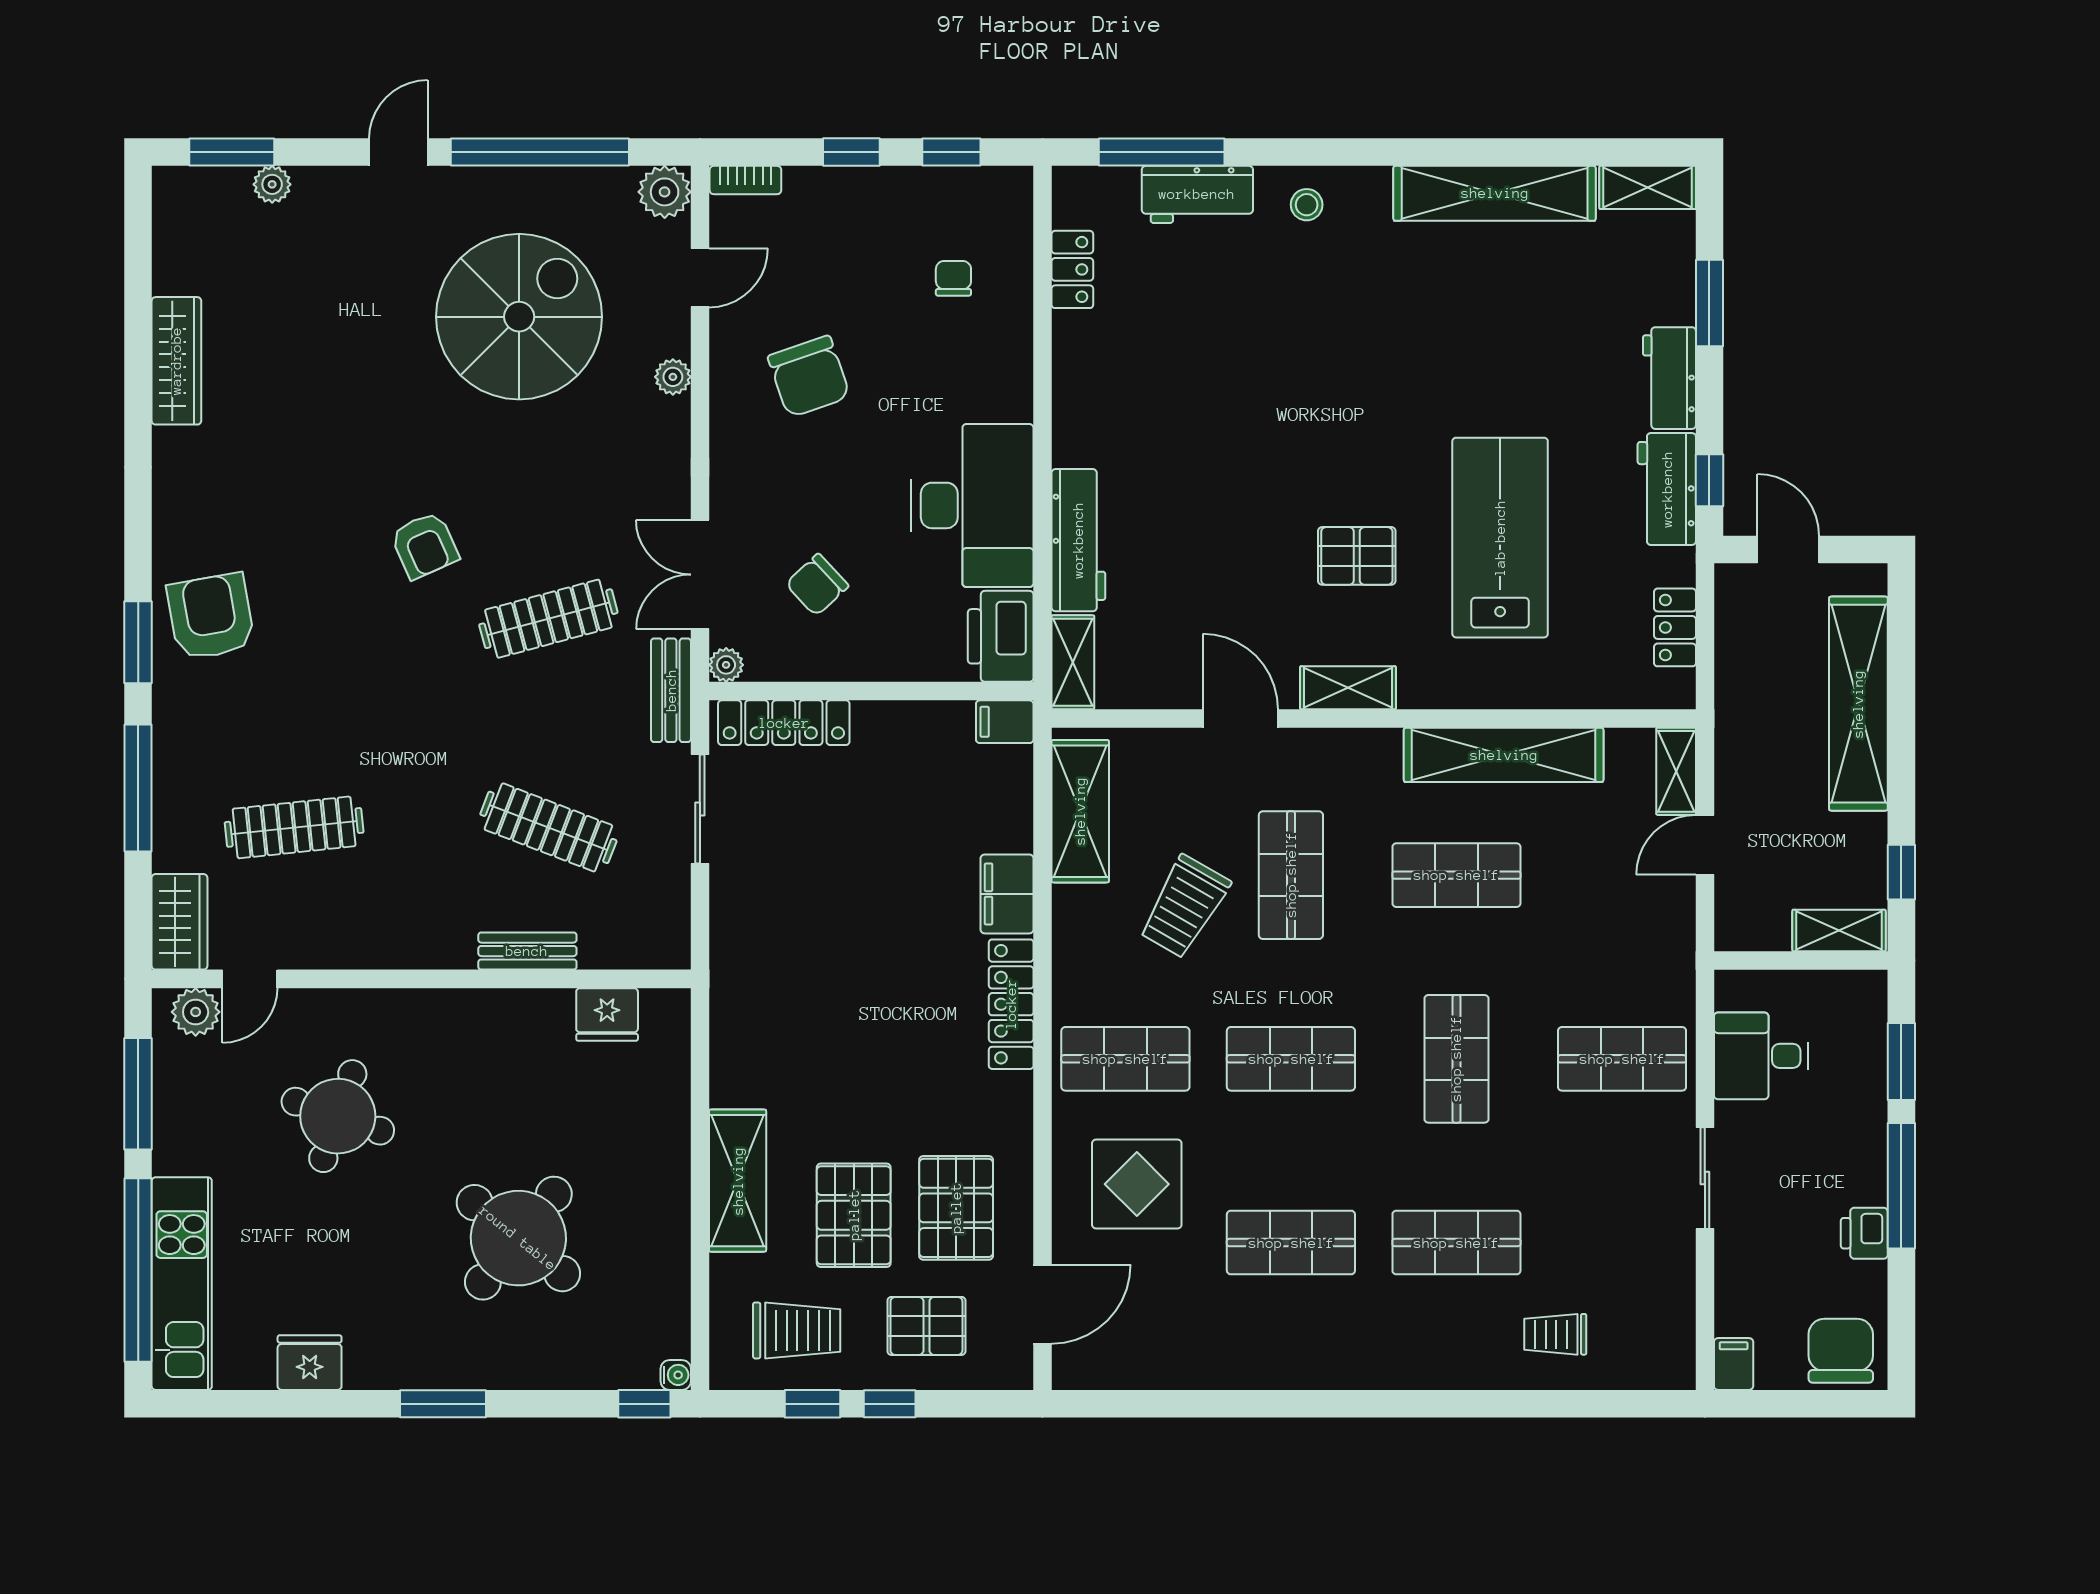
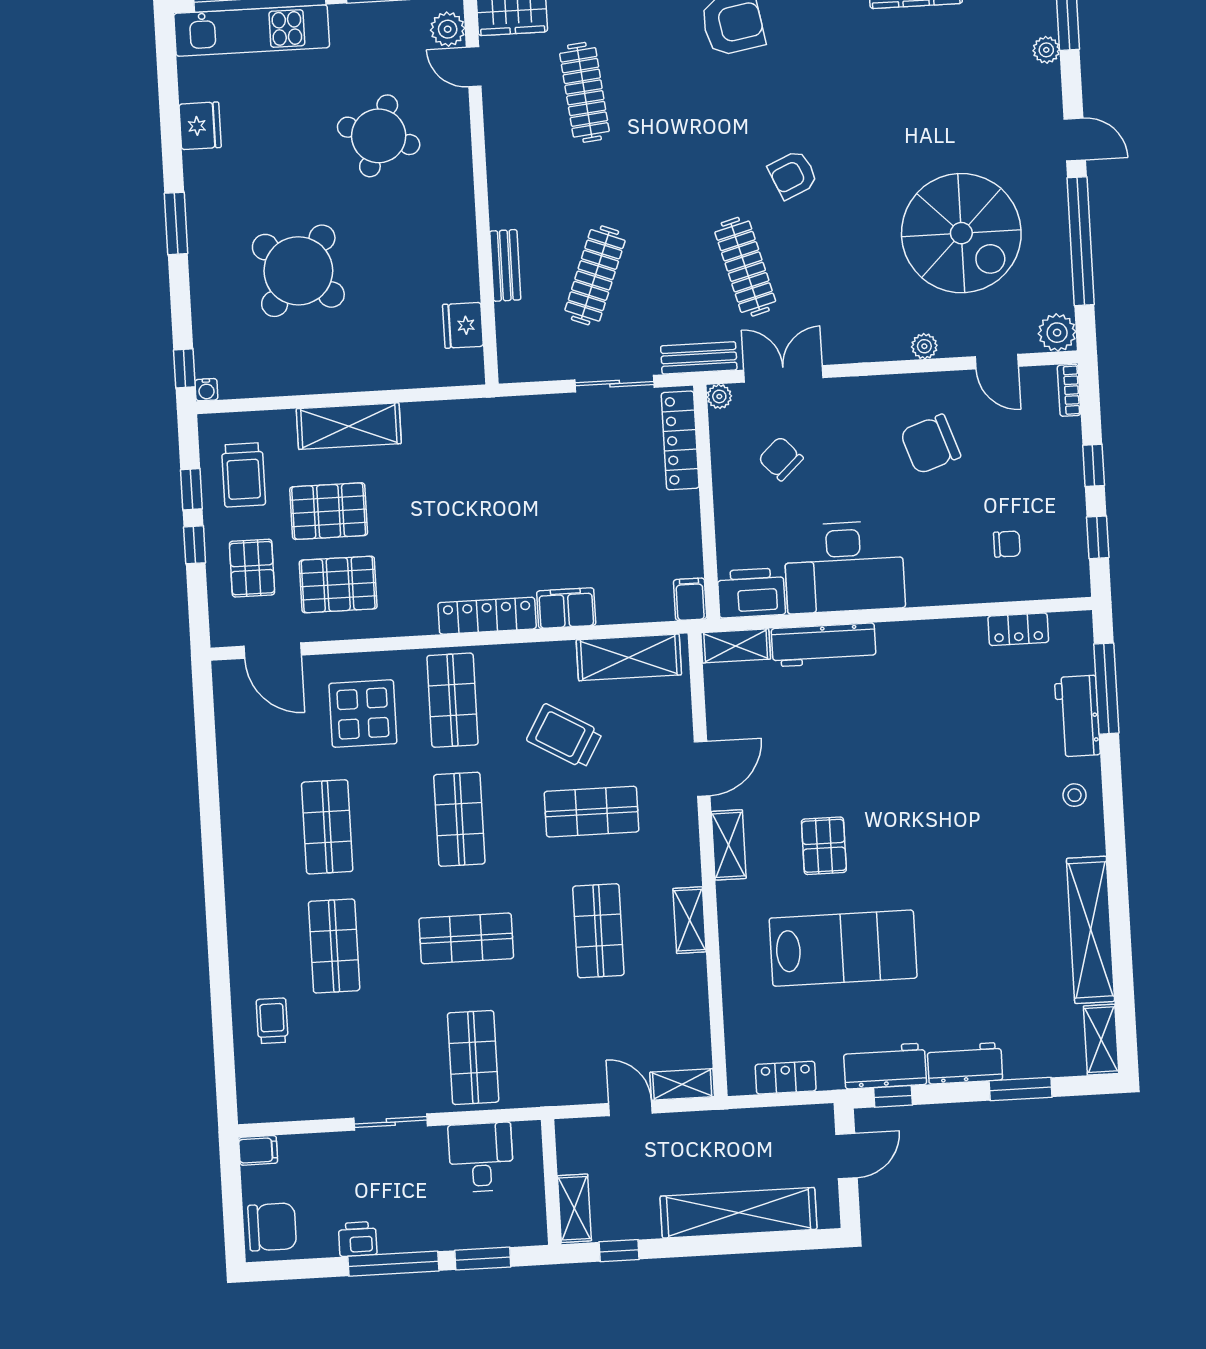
shelving: (1504, 755) -> (690, 920), width x0.45, depth x0.75

